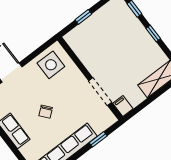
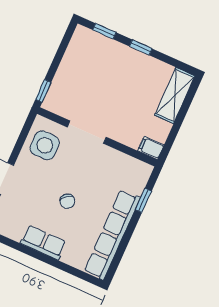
window: (83, 17) -> (43, 91), moved
doorway: (100, 91) -> (87, 132), moved

